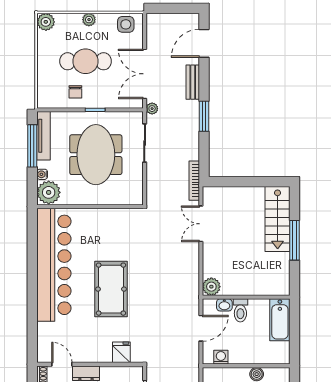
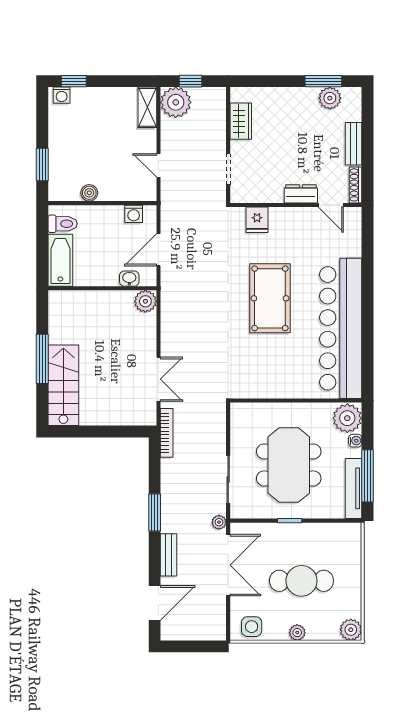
chair: (75, 92) -> (314, 543), removed
toilet: (240, 310) -> (63, 224), moved, turned 90

